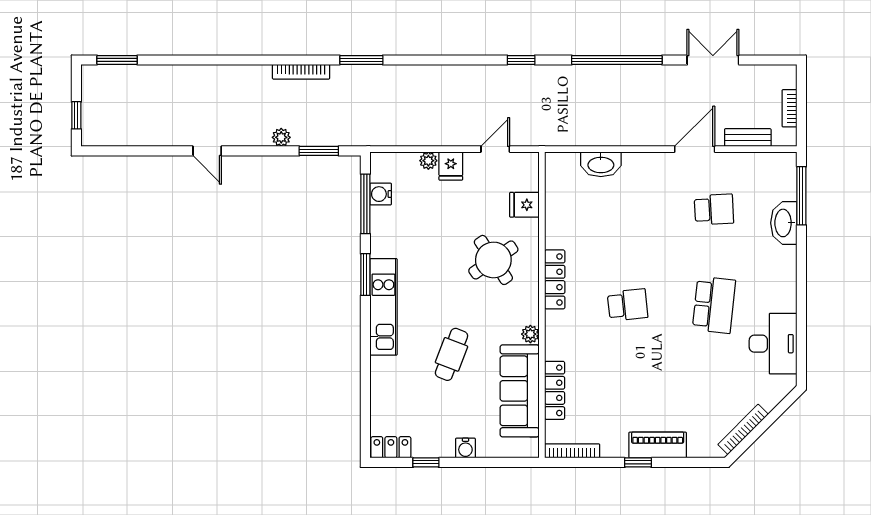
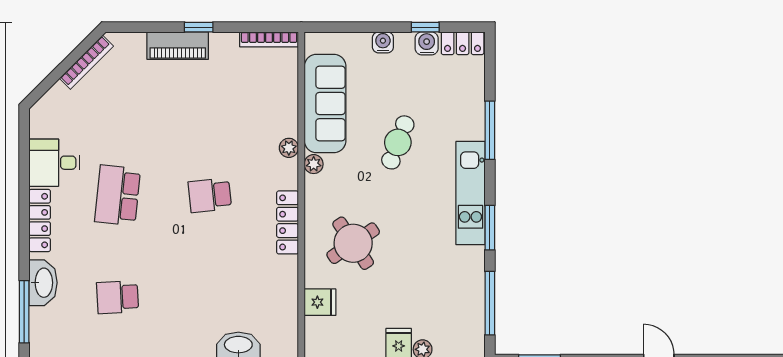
water cooler: (381, 194) -> (427, 43), moved, turned -90
desk: (773, 344) -> (54, 163), width x0.73
plant: (554, 349) -> (289, 148), added
window: (365, 366) -> (490, 130), added
locker: (555, 390) -> (40, 221), moved, turned 180

